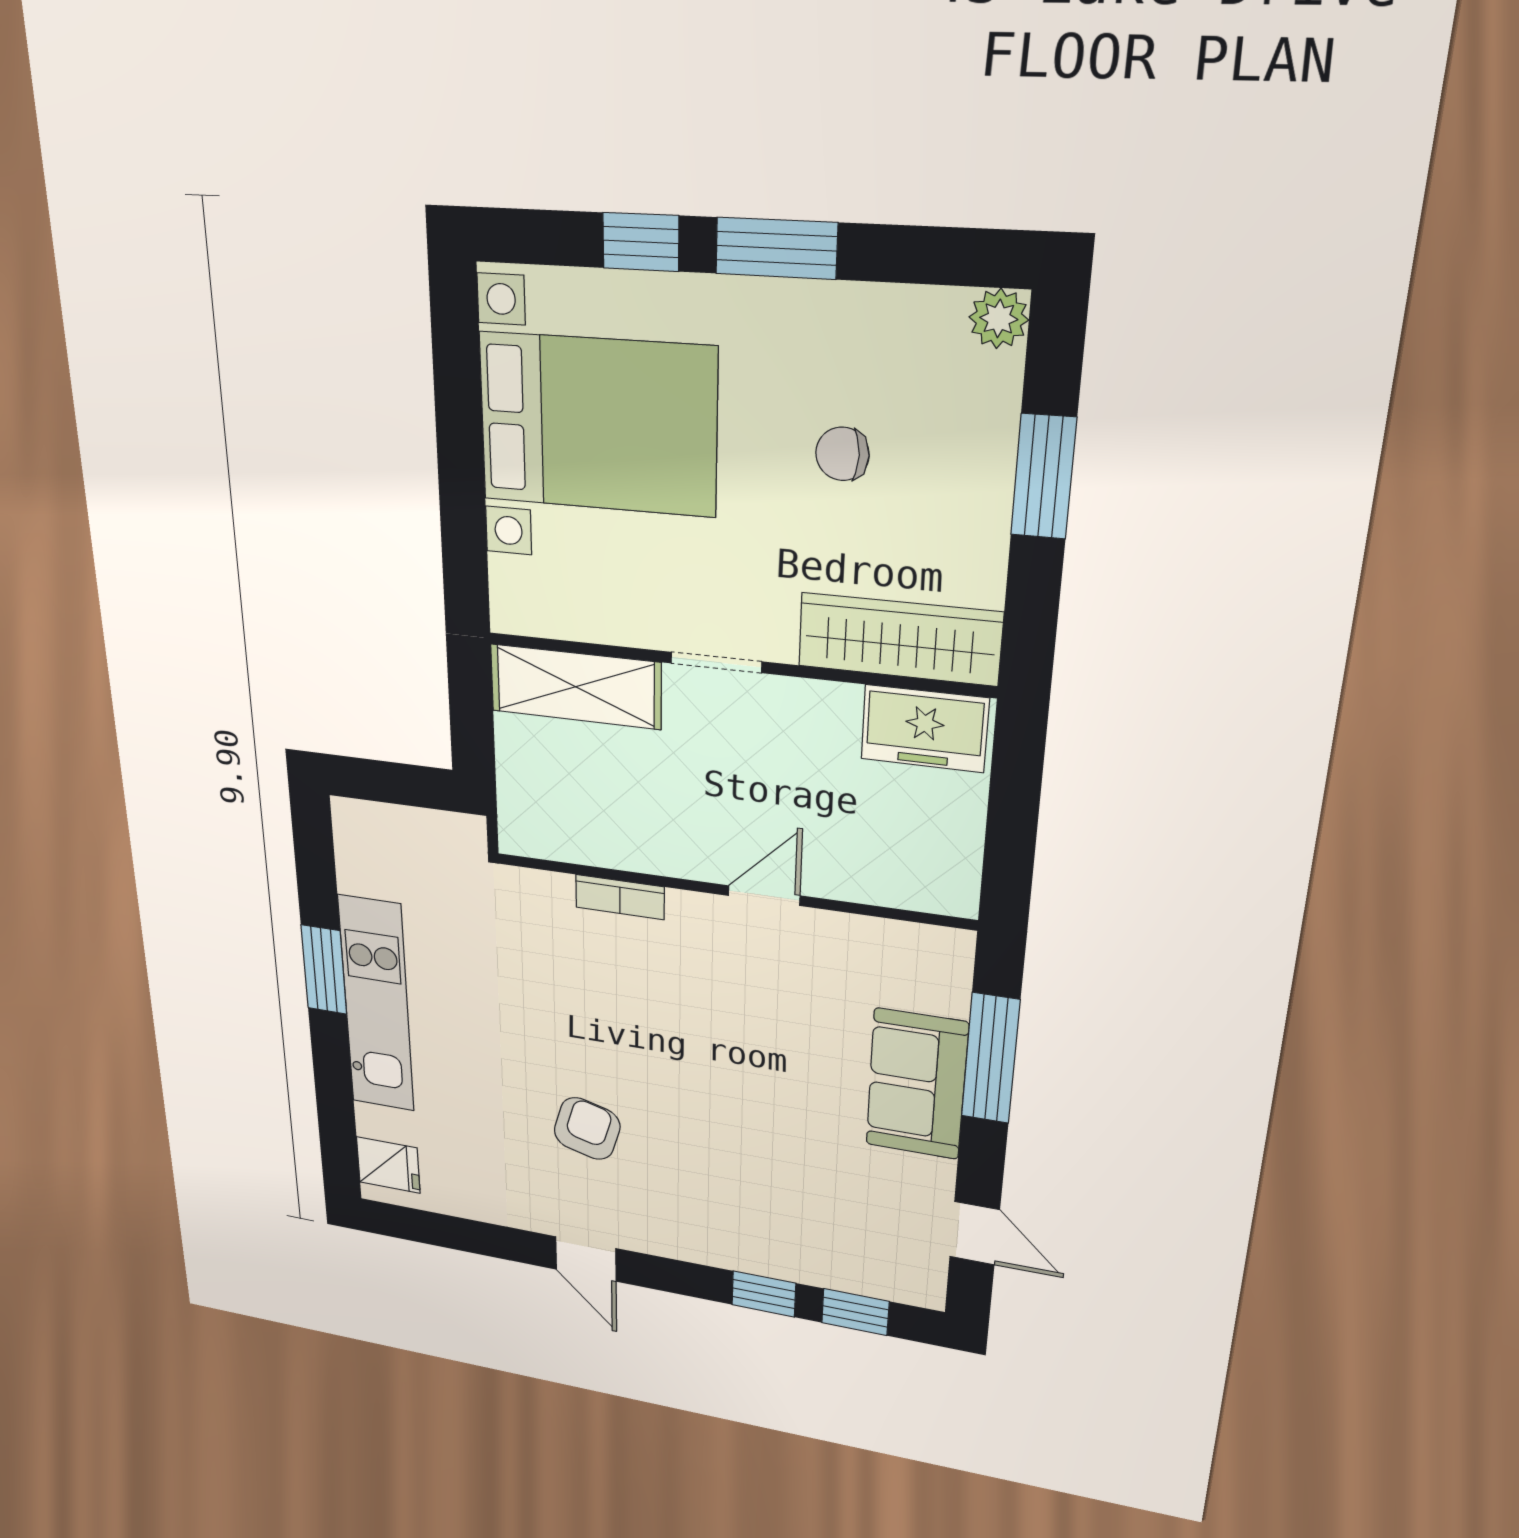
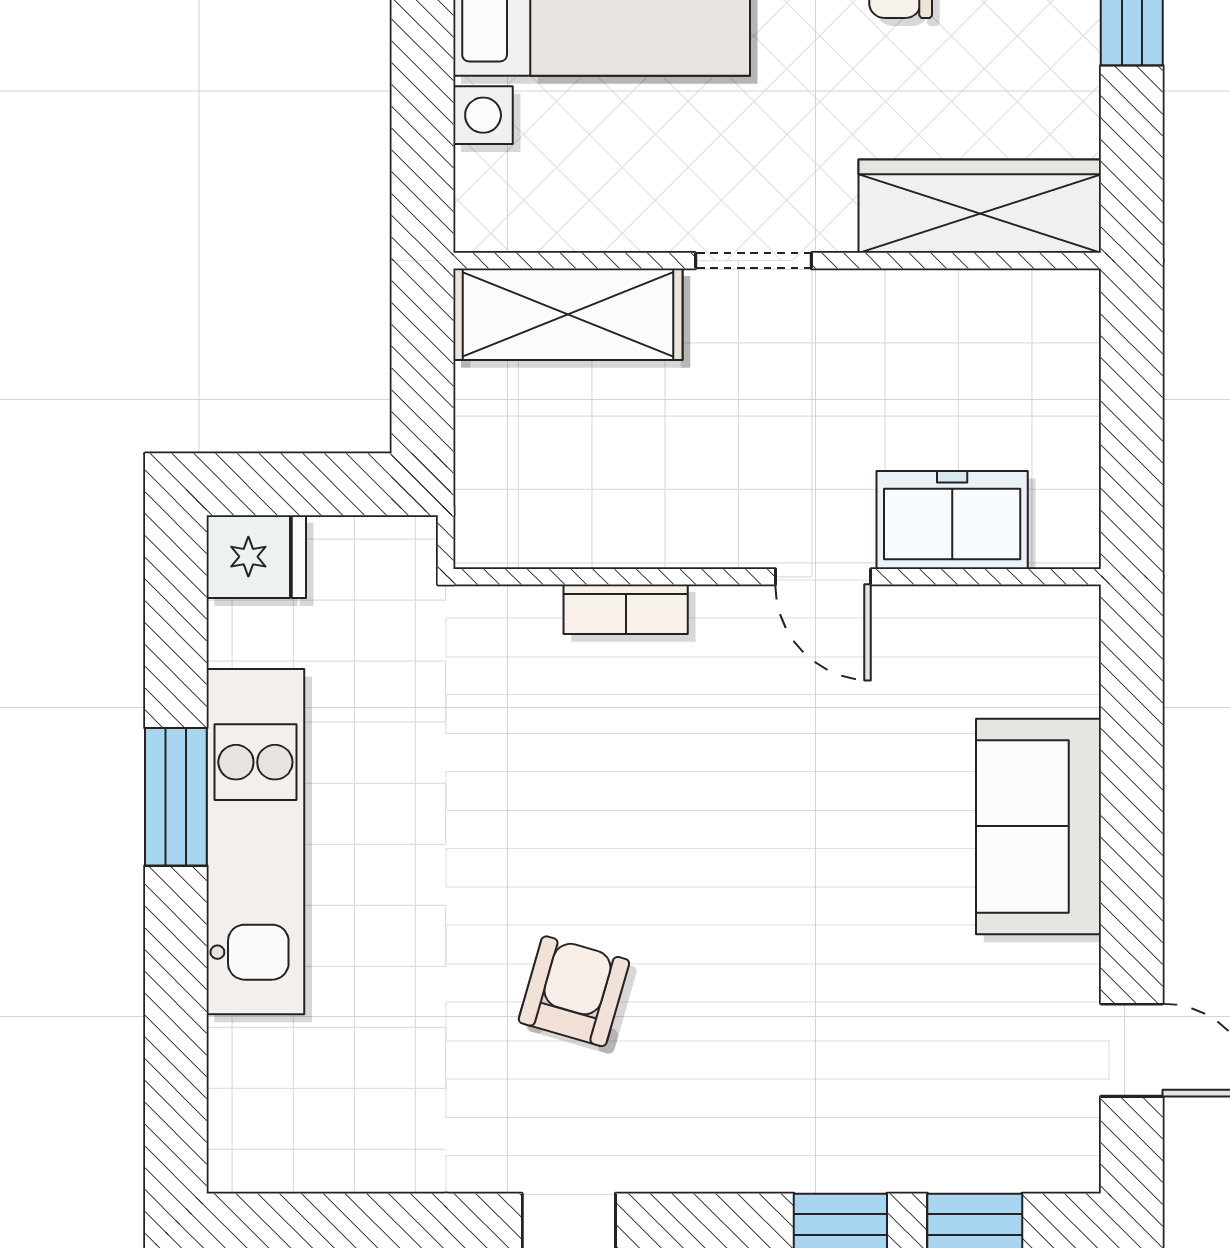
freezer: (925, 729) -> (952, 520), moved, turned 180
door: (764, 896) -> (823, 577), swing flipped
window: (990, 1058) -> (1132, 769), removed
fridge: (388, 1165) -> (256, 557), moved

